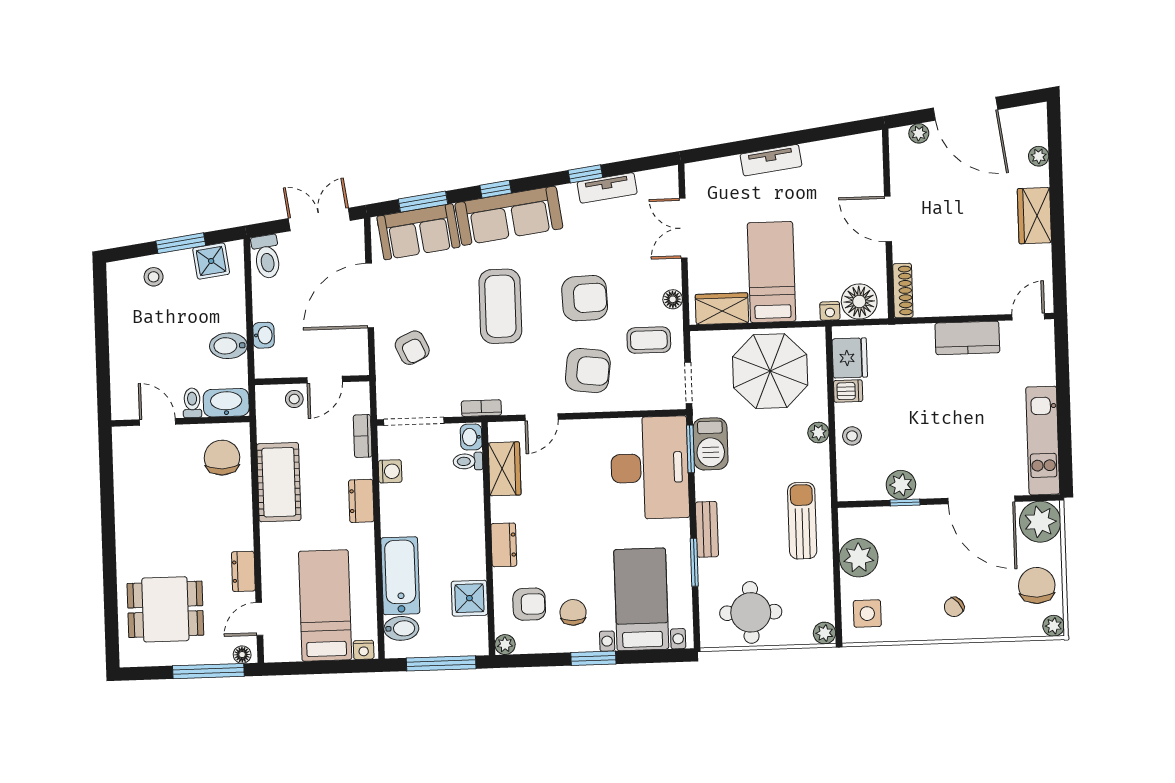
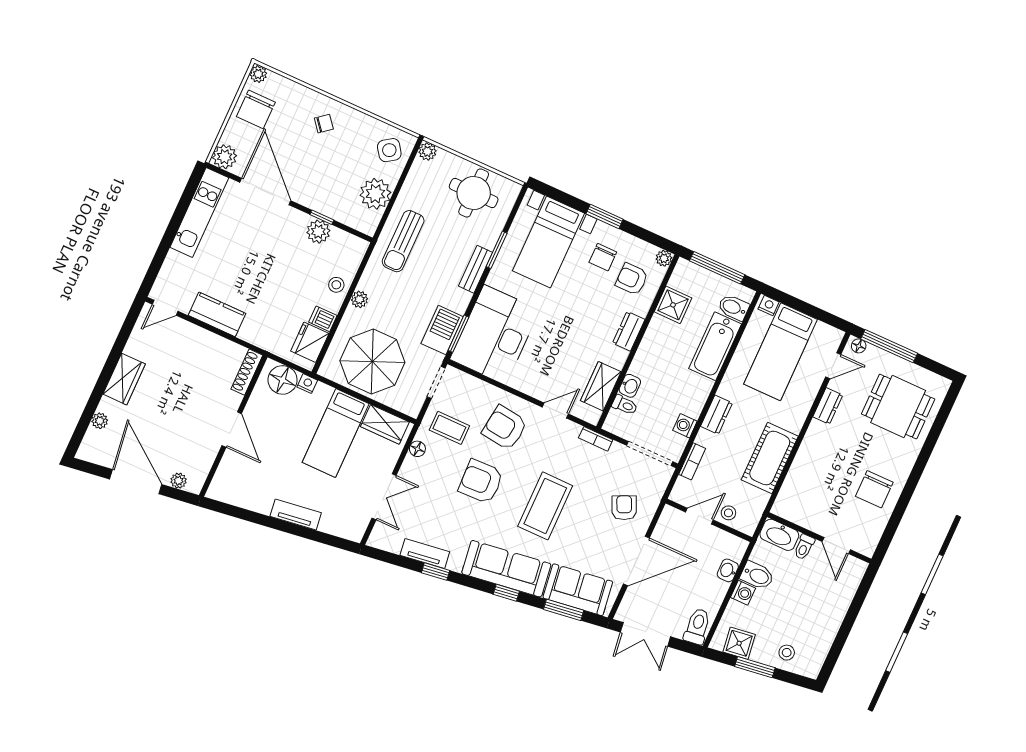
washing machine: (235, 319) -> (743, 593), added
washbasin: (471, 437) -> (630, 386), moved
chair: (222, 458) -> (874, 489), moved
plant: (1040, 522) -> (225, 157), width x0.73, depth x0.73
side table: (867, 614) -> (389, 150), turned -35

